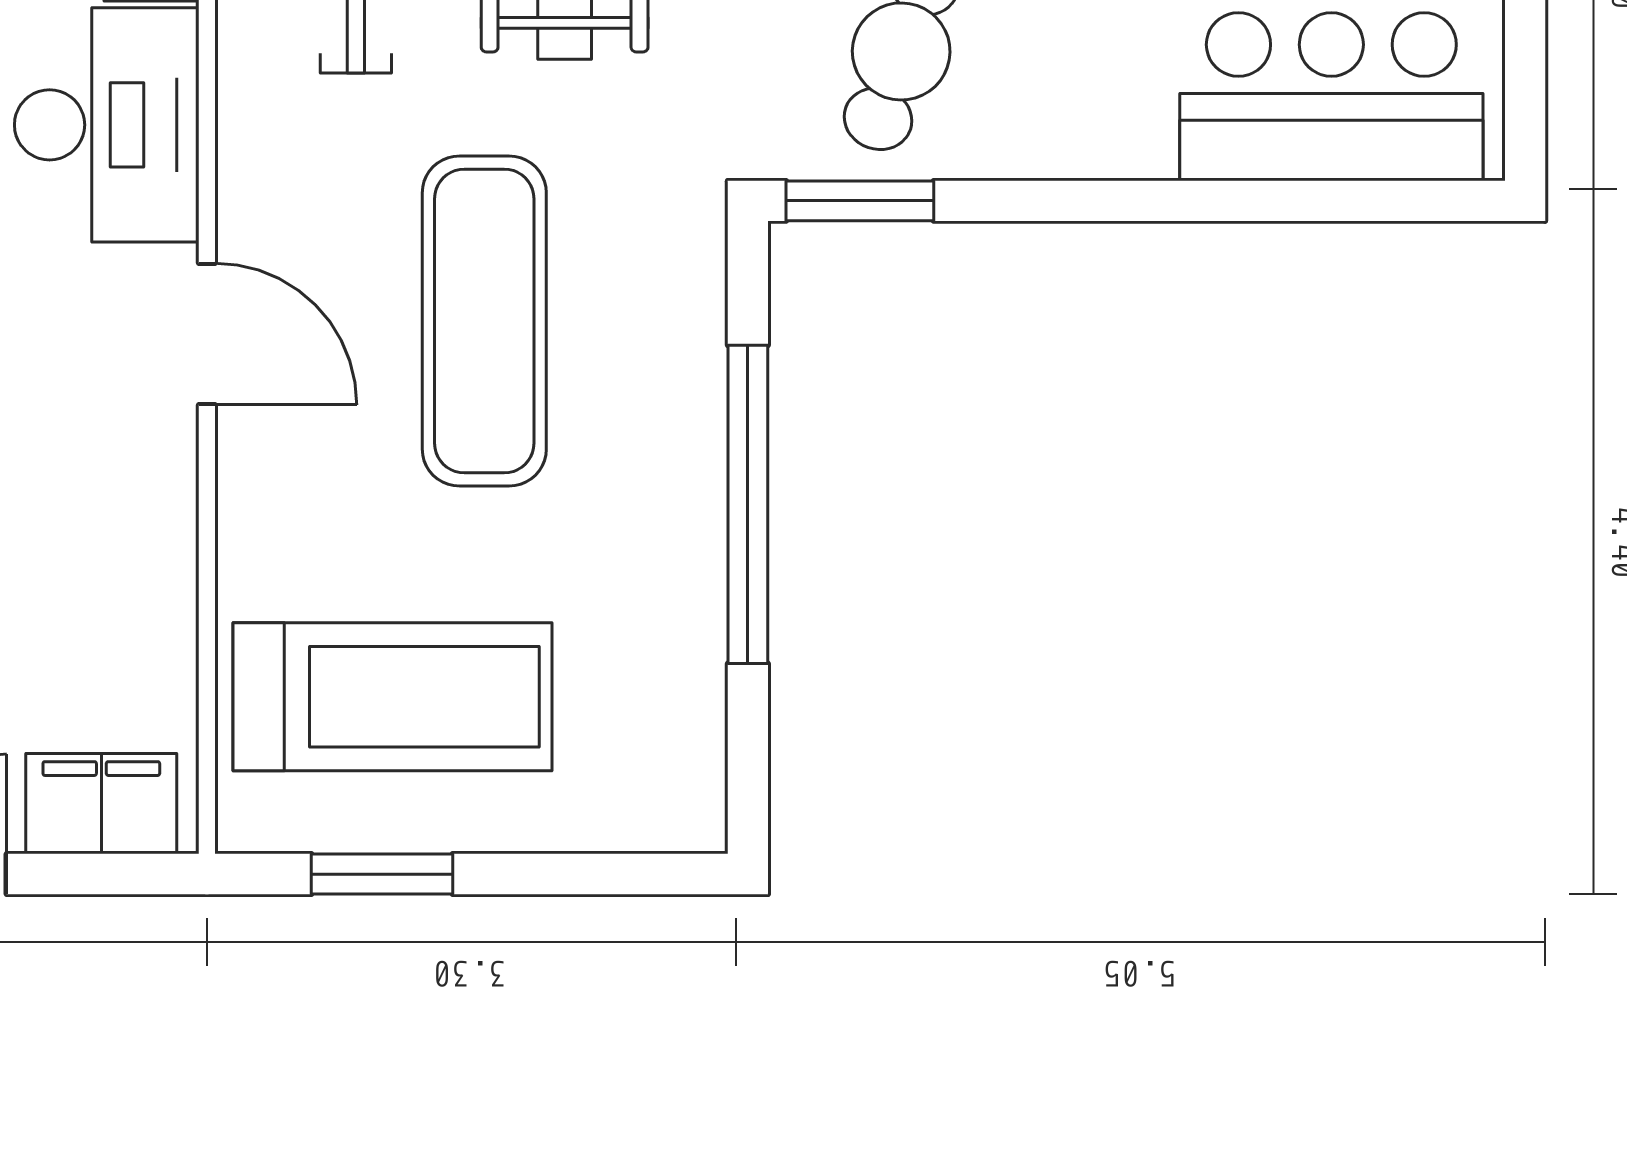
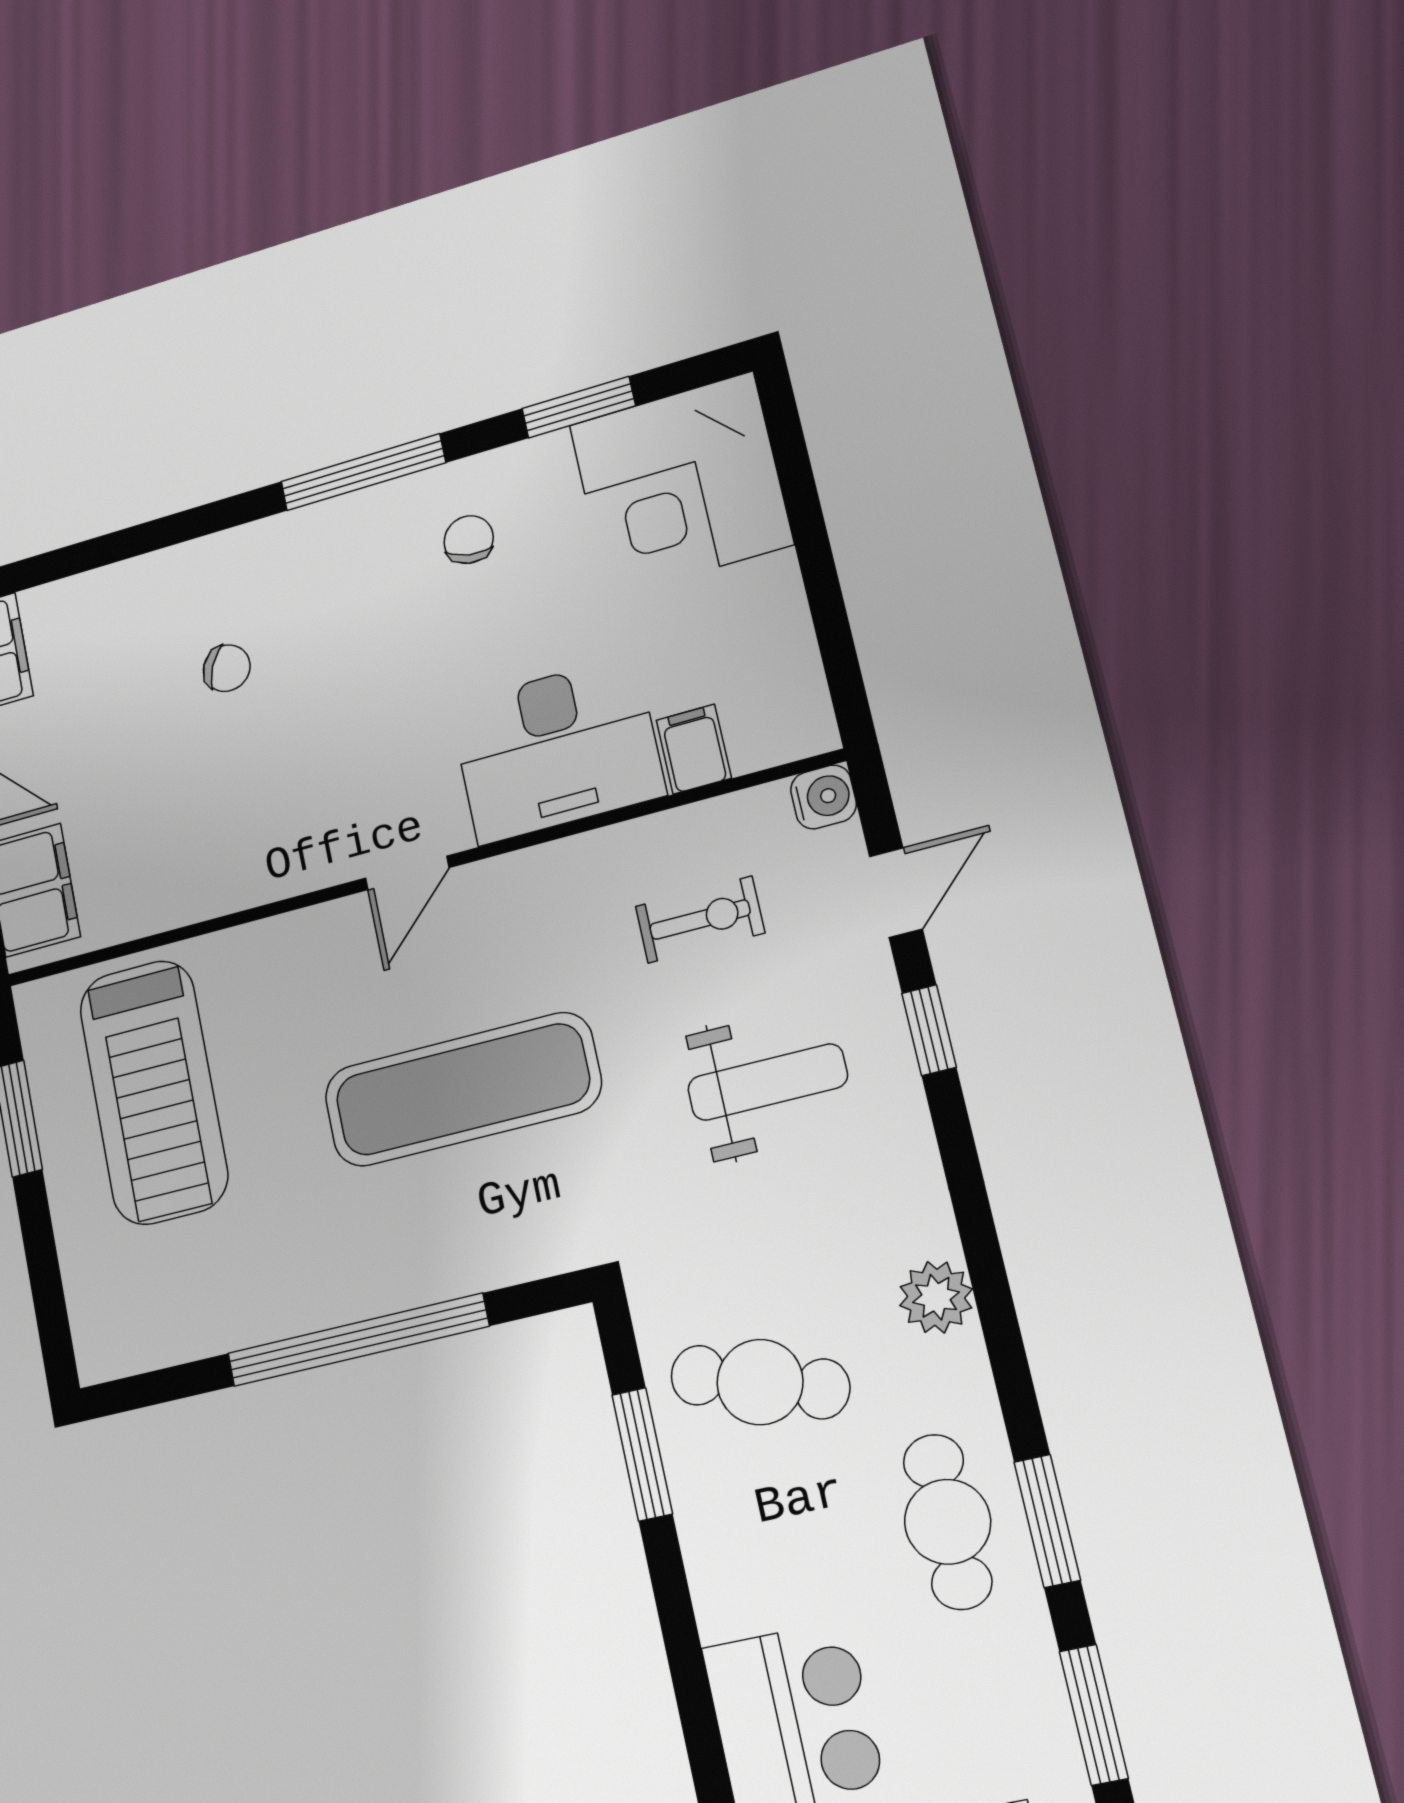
window: (860, 201) -> (642, 1454), moved
door: (207, 334) -> (407, 873), width x0.73

